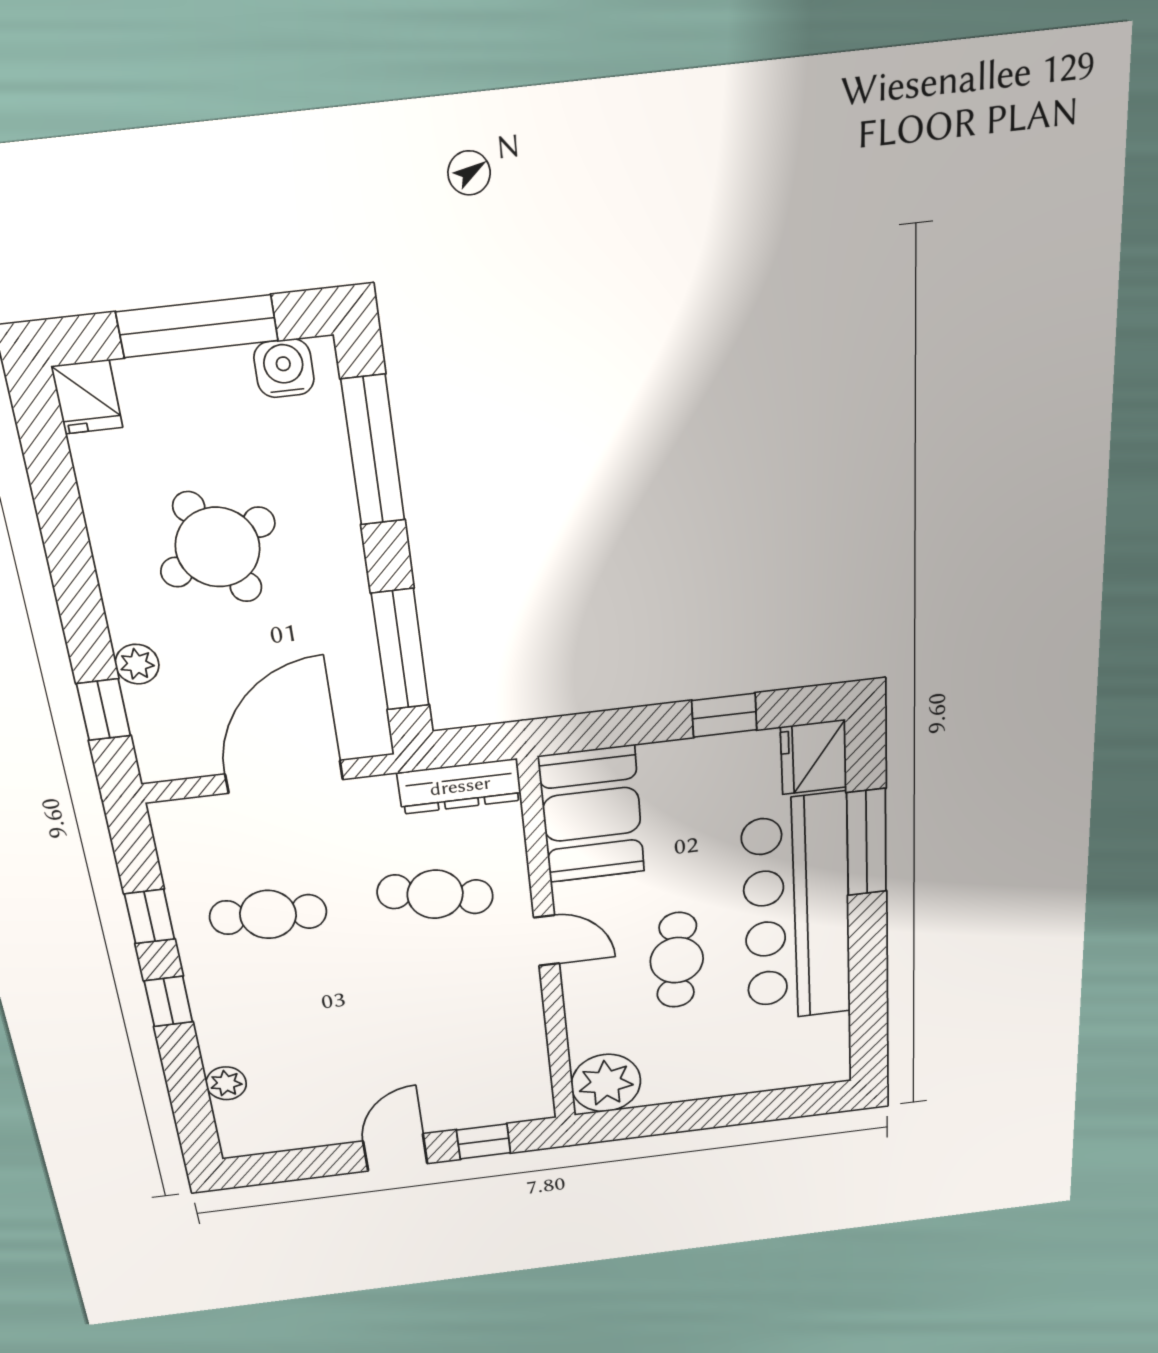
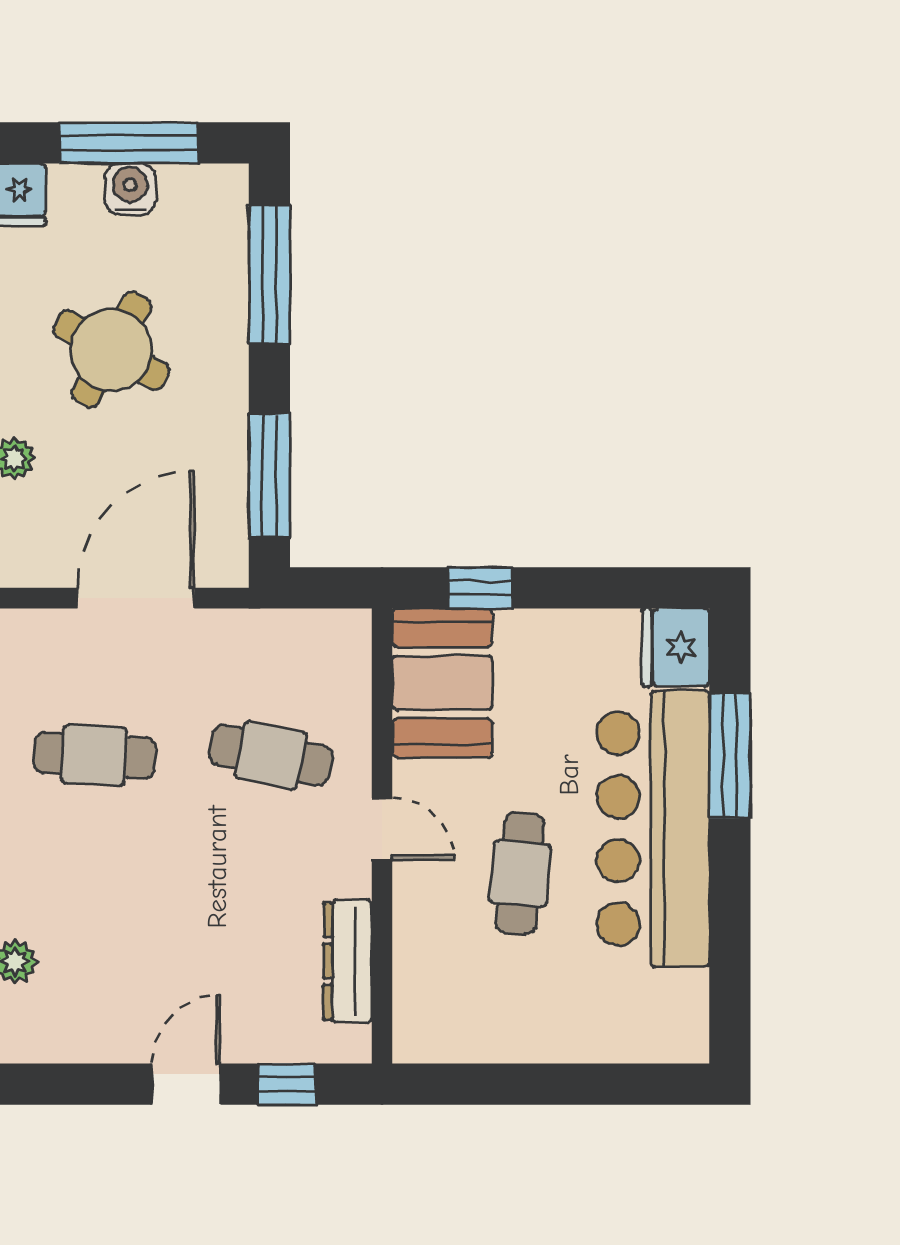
water cooler: (284, 368) -> (130, 189), moved
round table: (218, 547) -> (111, 350), turned -36
window: (724, 715) -> (480, 588), moved
dresser: (460, 786) -> (348, 961), moved, turned 90
plant: (606, 1083) -> (431, 1025), removed

